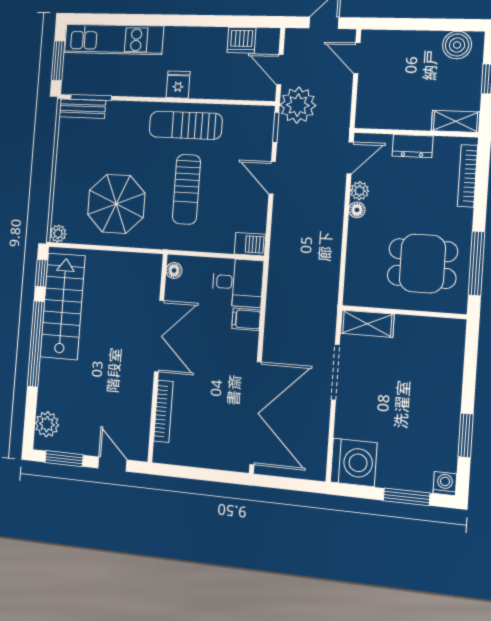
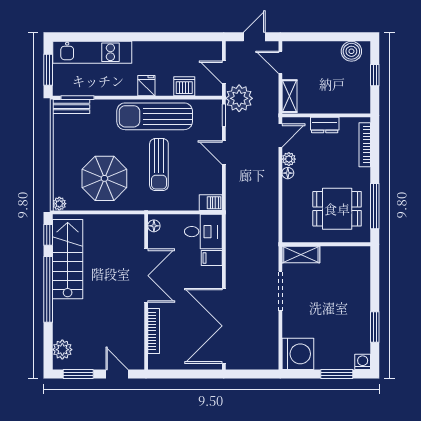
dishwasher: (242, 40) -> (184, 86), moved, turned 180
shelving: (456, 121) -> (289, 96), moved, turned 90
sun lounger: (186, 125) -> (155, 116), width x1.36, depth x1.34
double door: (256, 413) -> (224, 326), swing flipped

